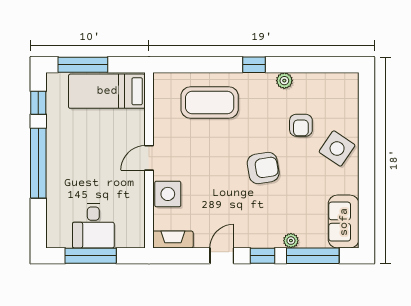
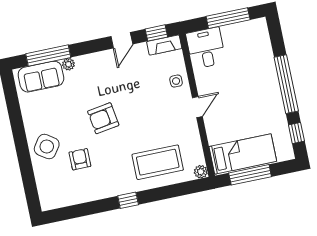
window: (83, 65) -> (250, 175), moved
plant: (284, 81) -> (201, 172), moved
side table: (168, 194) -> (176, 81), width x0.54, depth x0.54
sofa: (344, 222) -> (41, 77), moved, turned 90
desk: (93, 226) -> (206, 48), moved
window: (262, 256) -> (156, 33), moved

